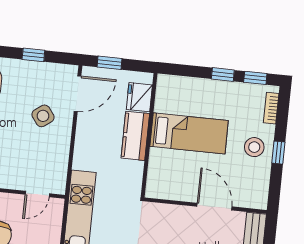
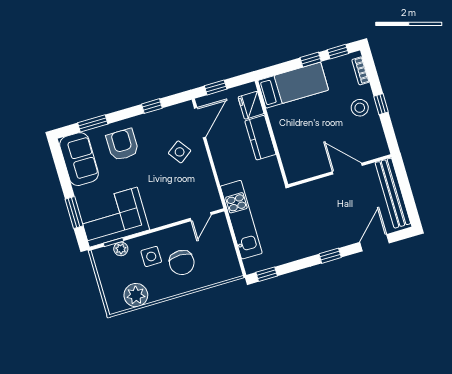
bed: (189, 133) -> (293, 85), moved

